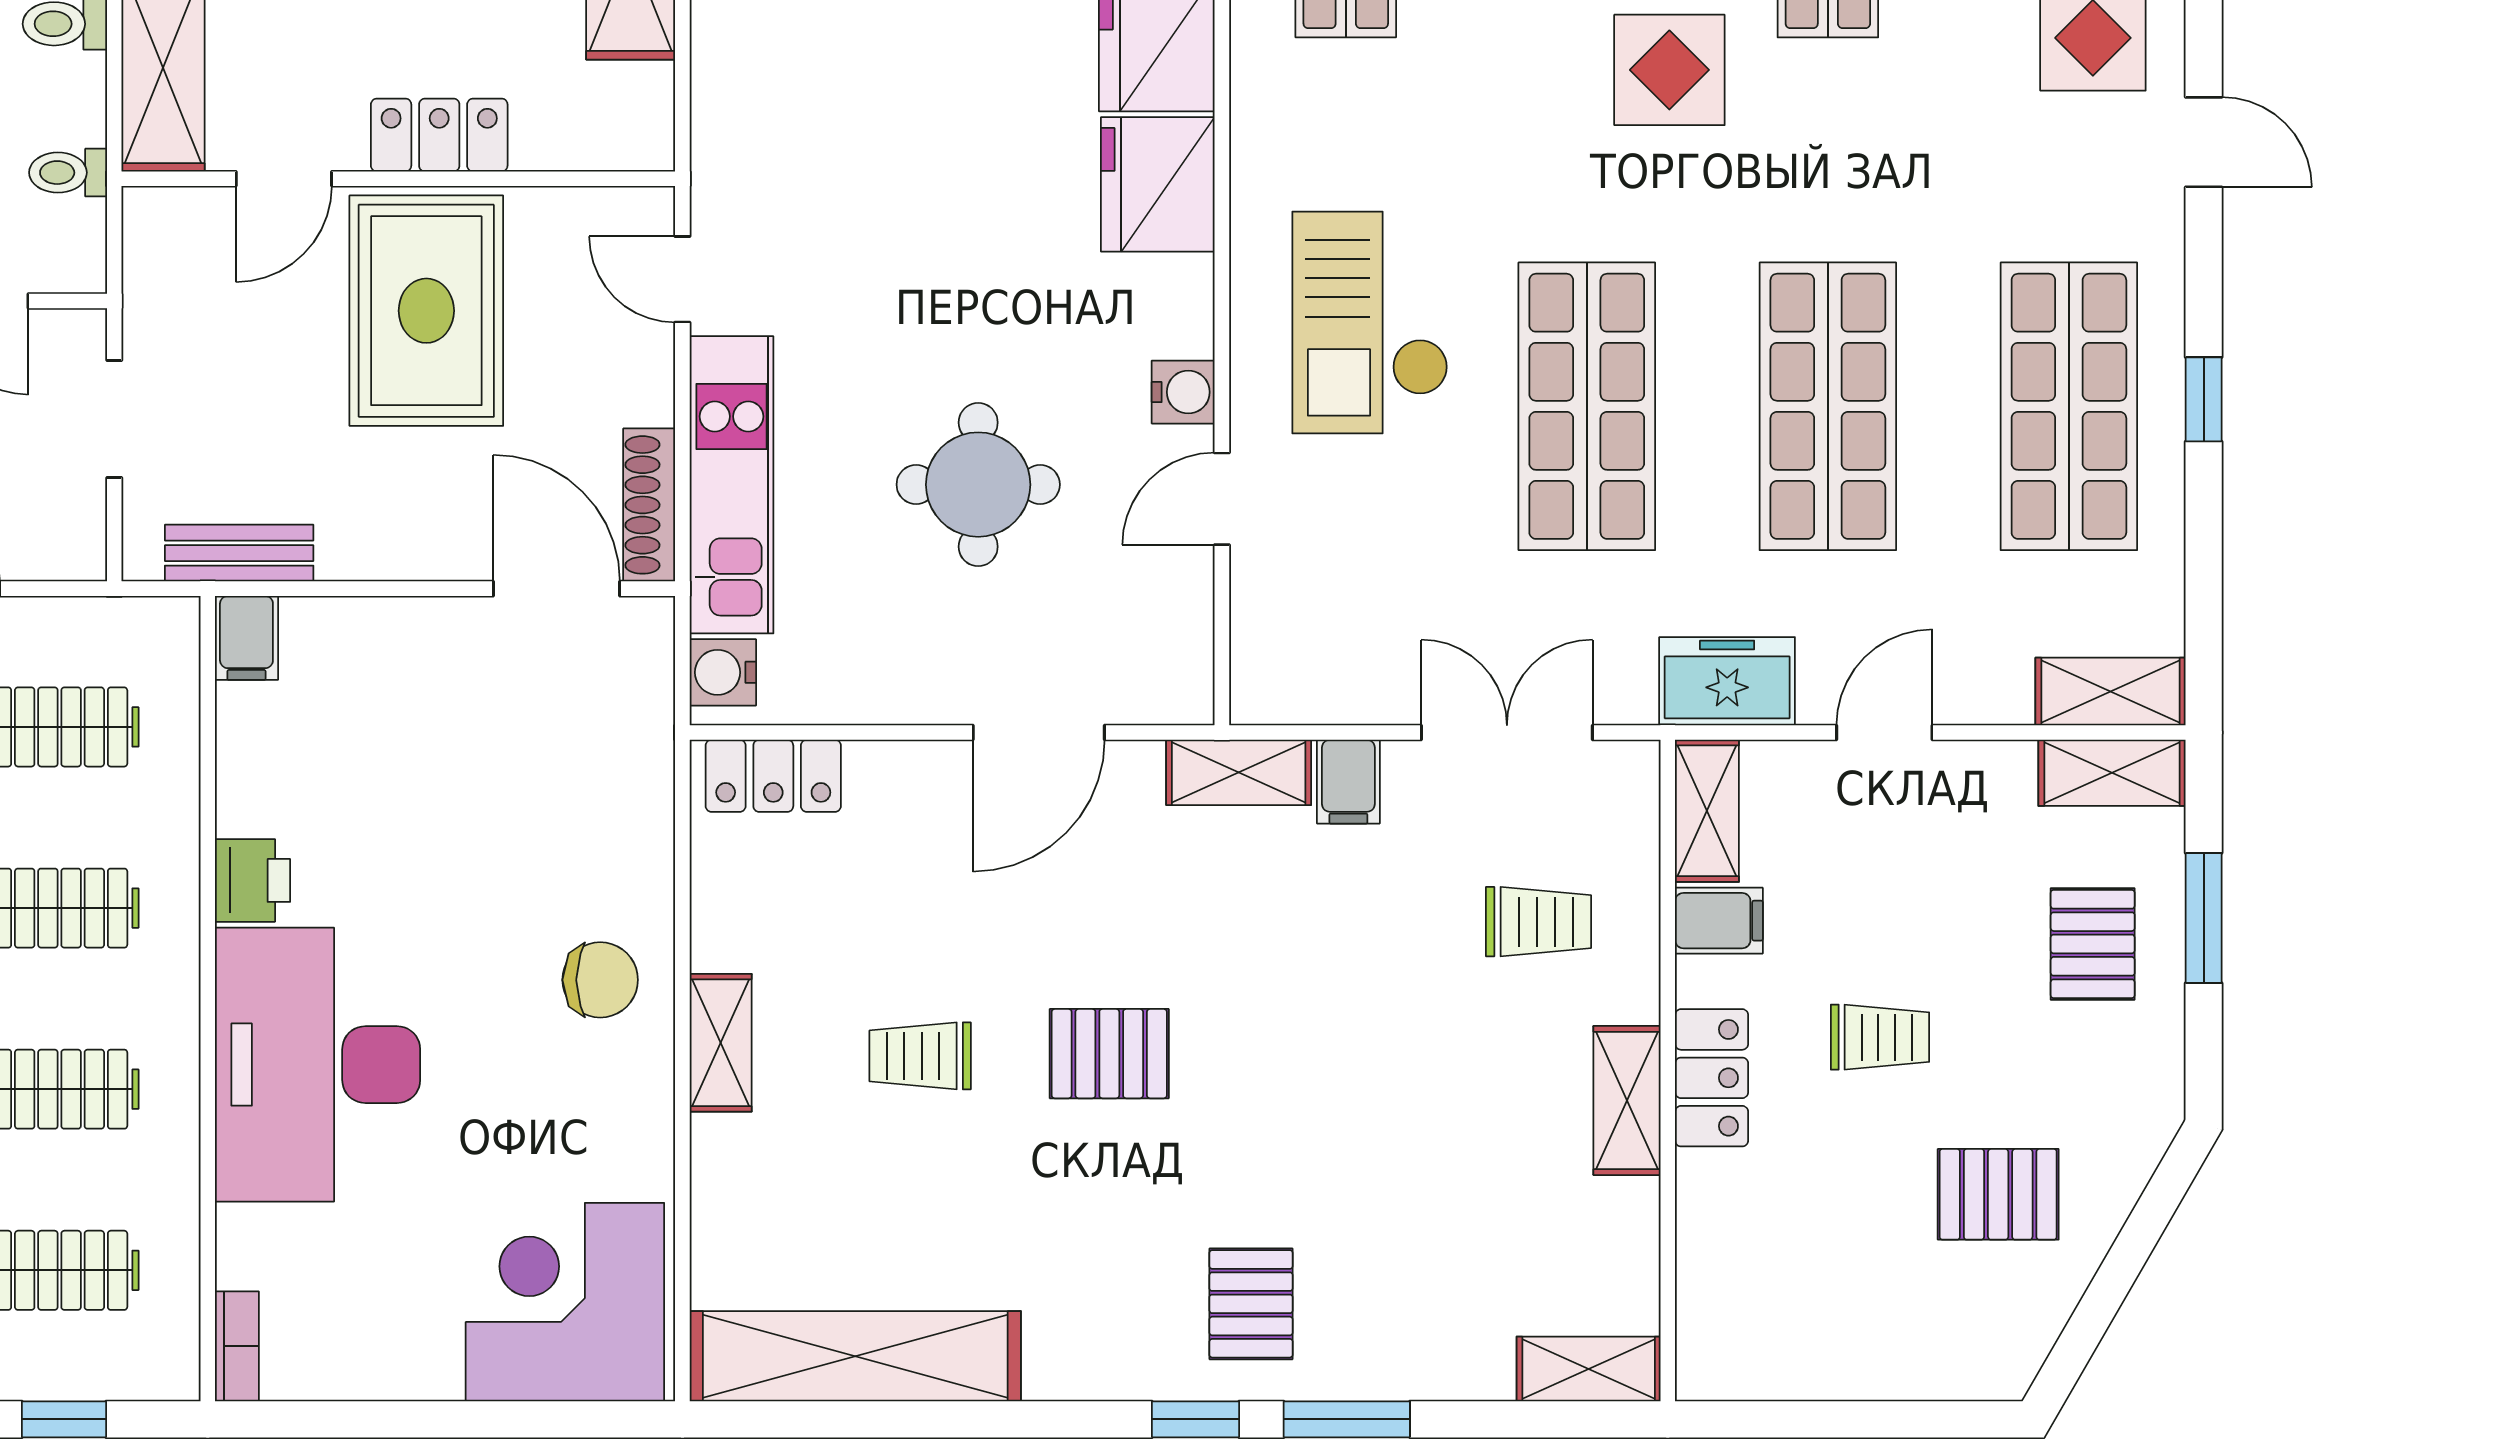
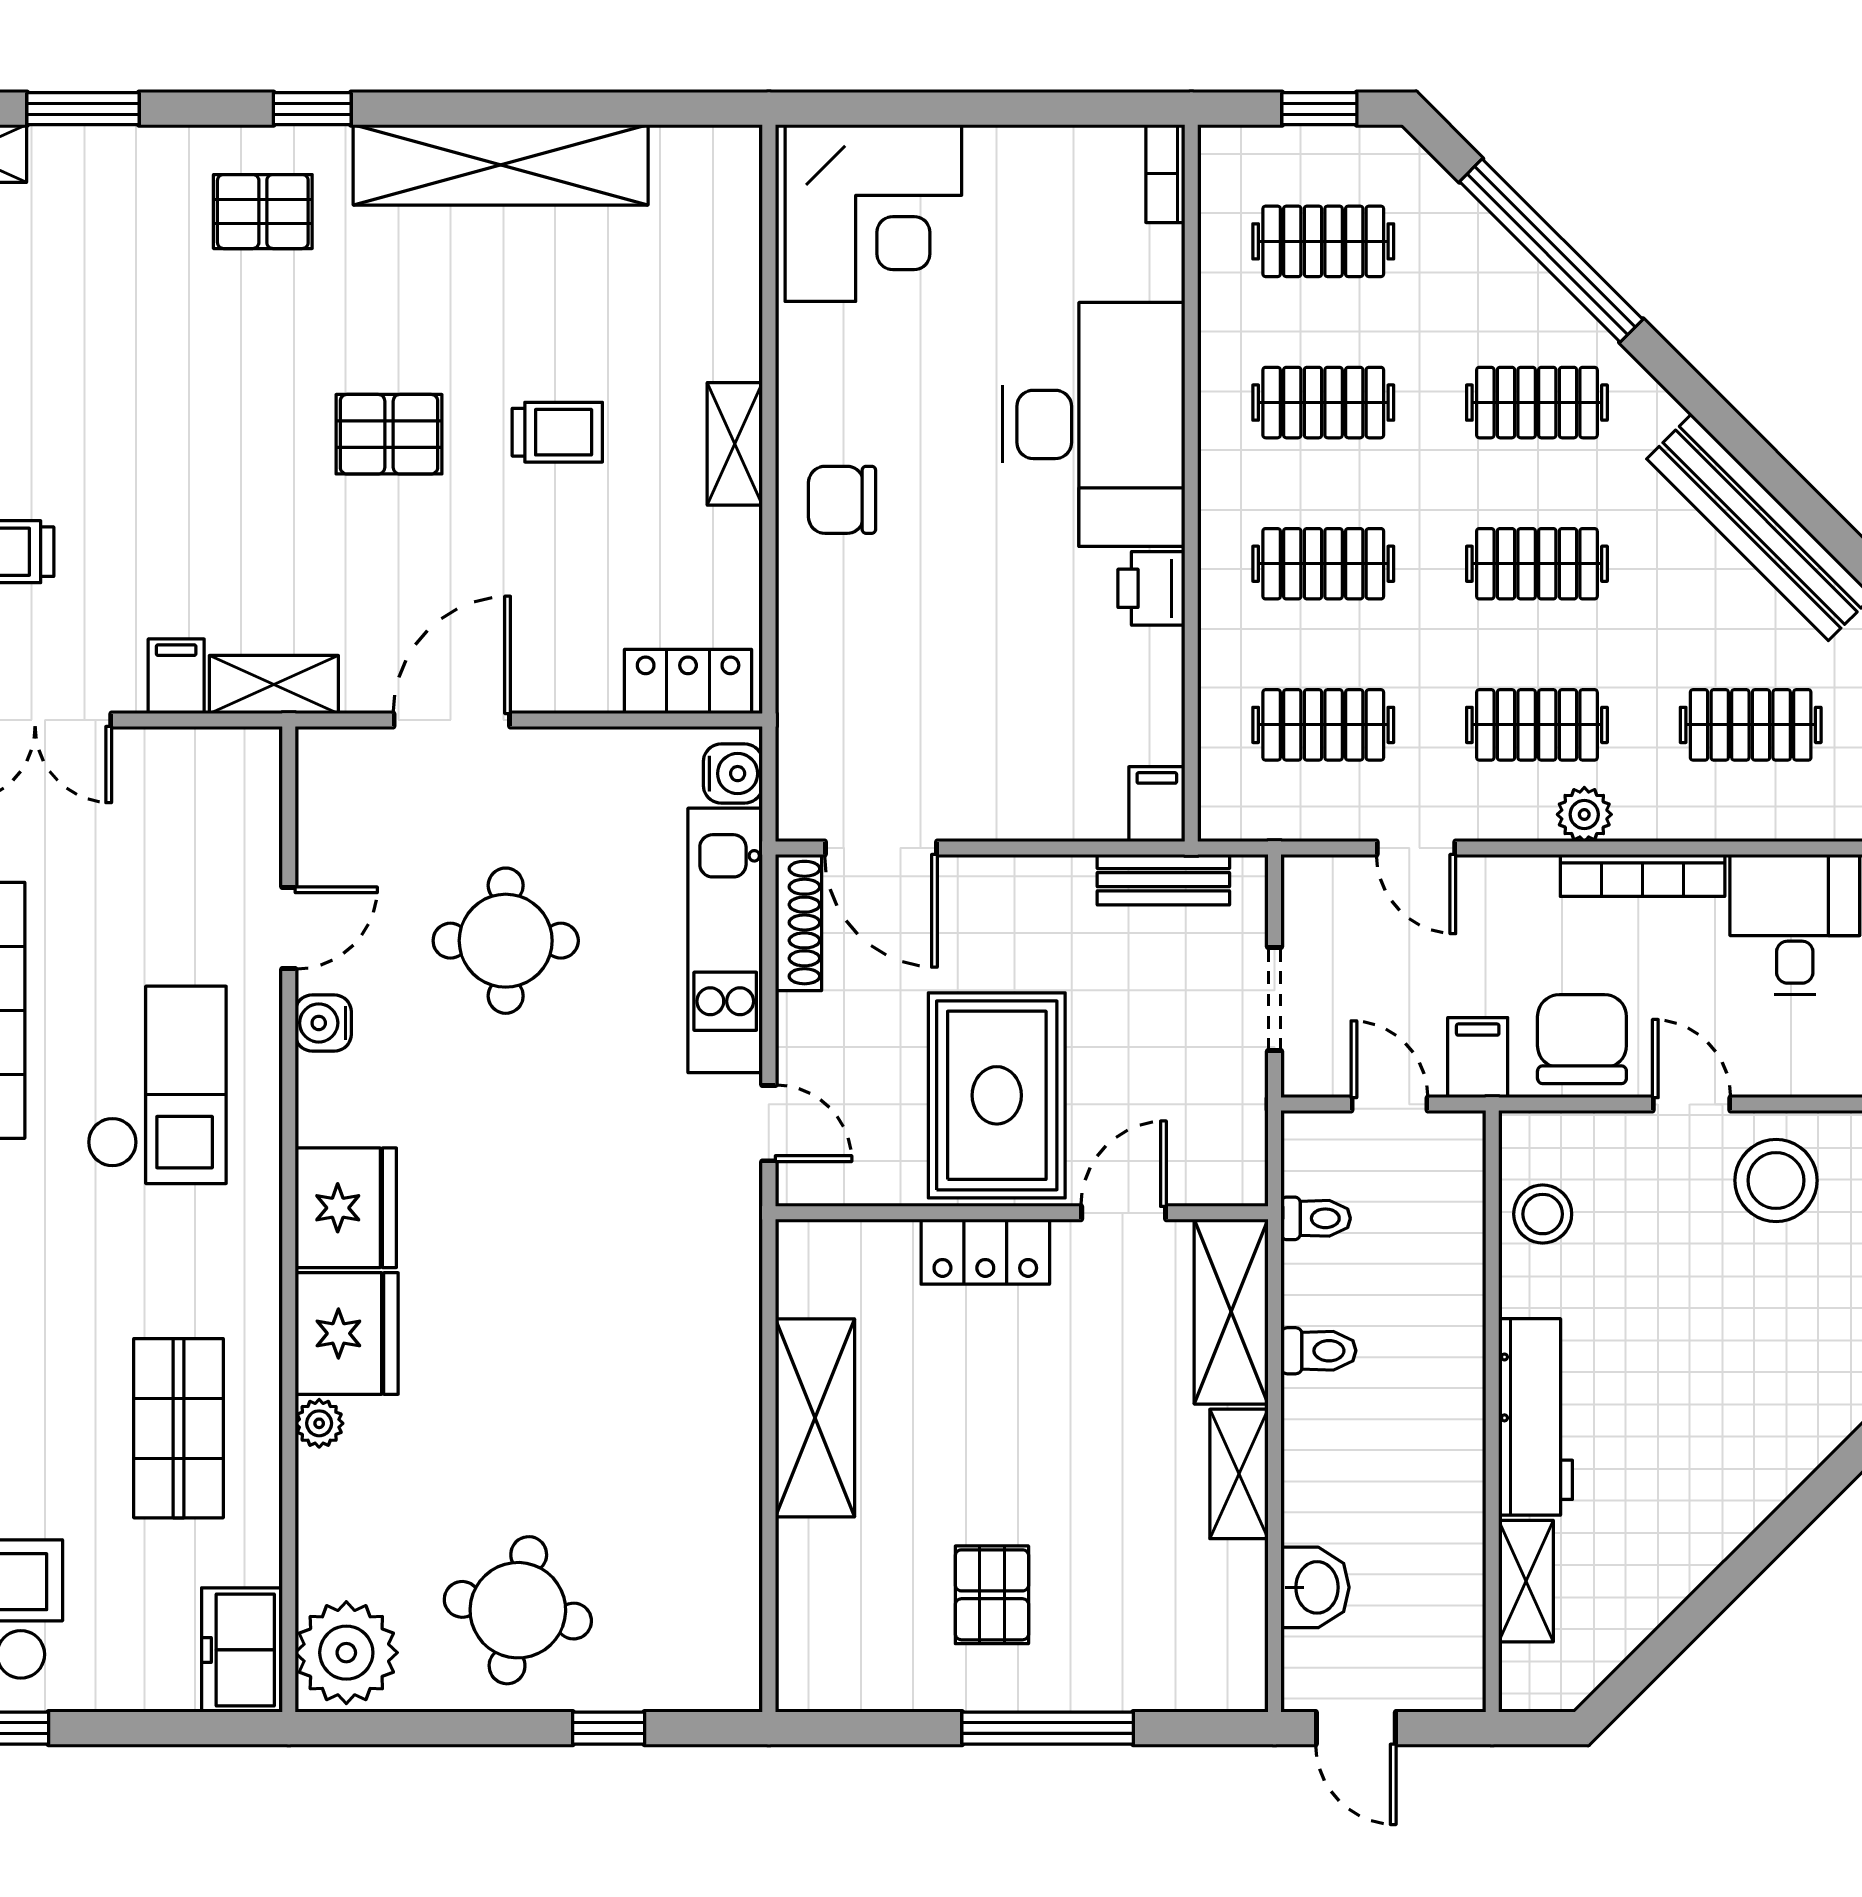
pallet: (1251, 1304) -> (263, 212), turned 90
shelving: (855, 1356) -> (501, 165), moved
window: (1347, 1419) -> (83, 109), moved

